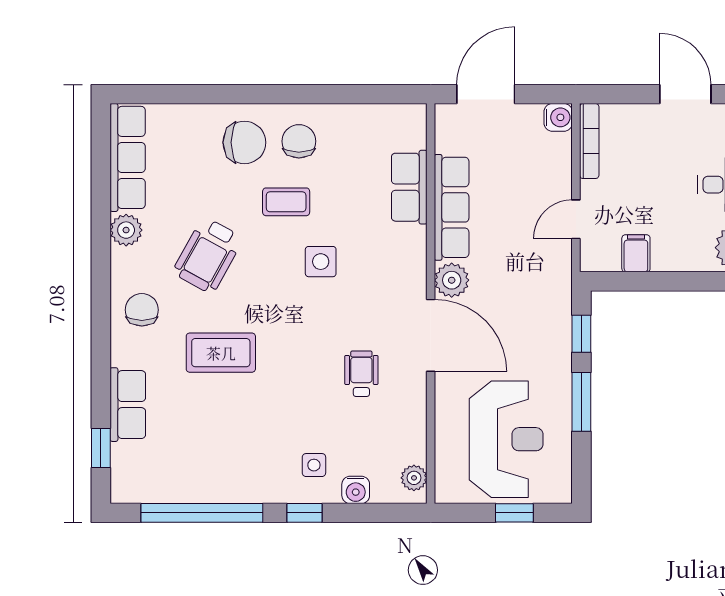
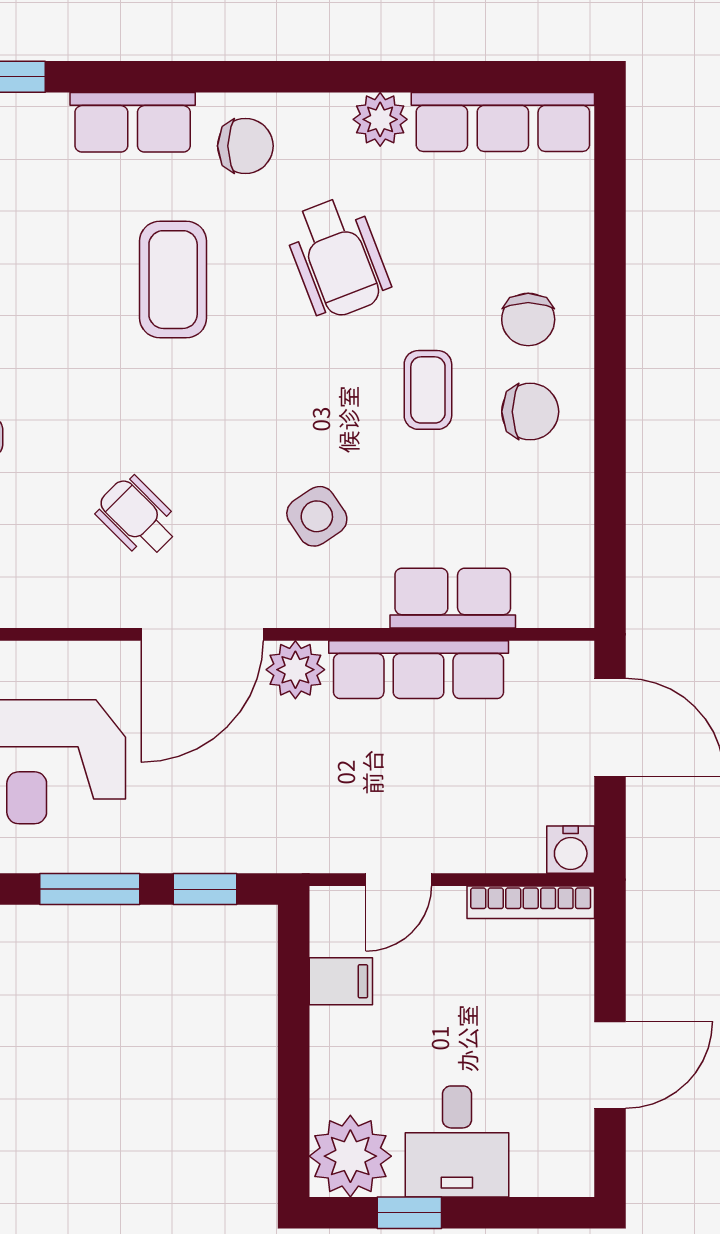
chair: (244, 142) -> (528, 319), width x0.73, depth x0.73
door: (576, 219) -> (399, 880), swing flipped
wheelchair: (208, 255) -> (338, 258), turned -140
side table: (321, 262) -> (317, 516), moved, turned -34
wheelchair: (361, 374) -> (137, 517), turned -135
row of seats: (128, 405) -> (133, 122), moved

